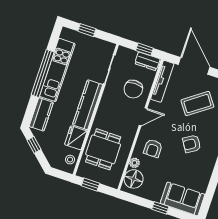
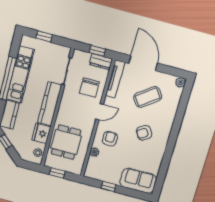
armchair: (153, 148) -> (110, 139), turned 180
floor lamp: (134, 179) -> (94, 166), removed
window: (160, 208) -> (109, 187), moved

